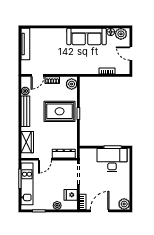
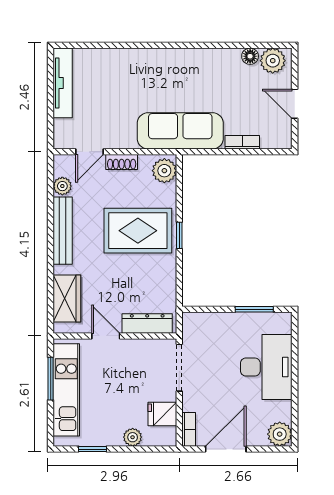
sofa: (87, 36) -> (180, 131), moved, turned 180
door: (45, 159) -> (106, 336), swing flipped
desk: (112, 160) -> (266, 367), moved, turned 90

